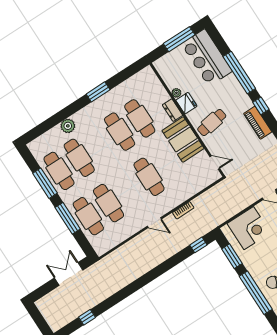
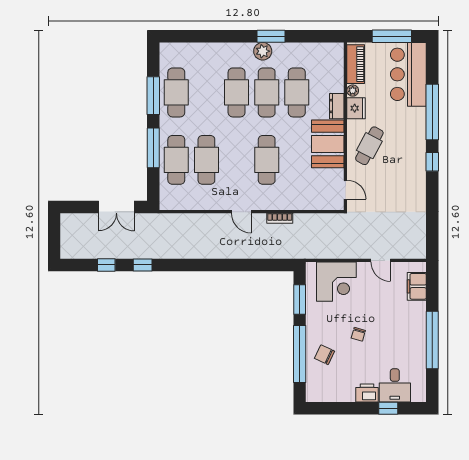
cafe table: (212, 123) -> (369, 146), turned -53
piano: (258, 123) -> (356, 64), moved, turned 180
plant: (68, 126) -> (263, 51), moved
cafe table: (79, 158) -> (237, 92), moved
window: (198, 245) -> (143, 265), moved
double door: (69, 274) -> (116, 207), swing flipped

